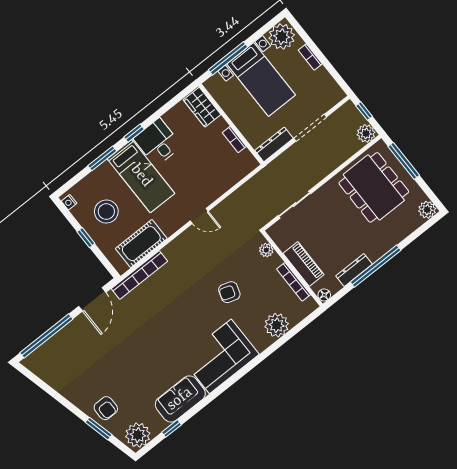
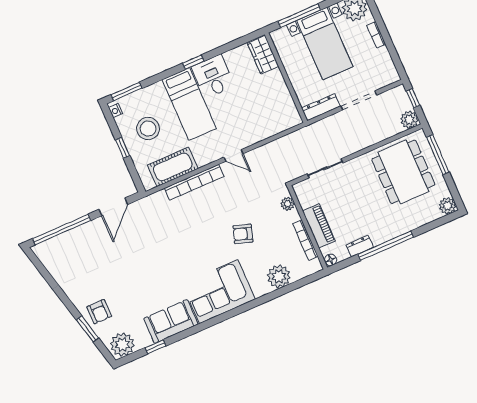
bookcase: (234, 139) -> (285, 93), removed
window: (102, 158) -> (126, 92), moved
dresser: (354, 270) -> (360, 246), width x0.70
bookcase: (139, 275) -> (194, 182), moved

